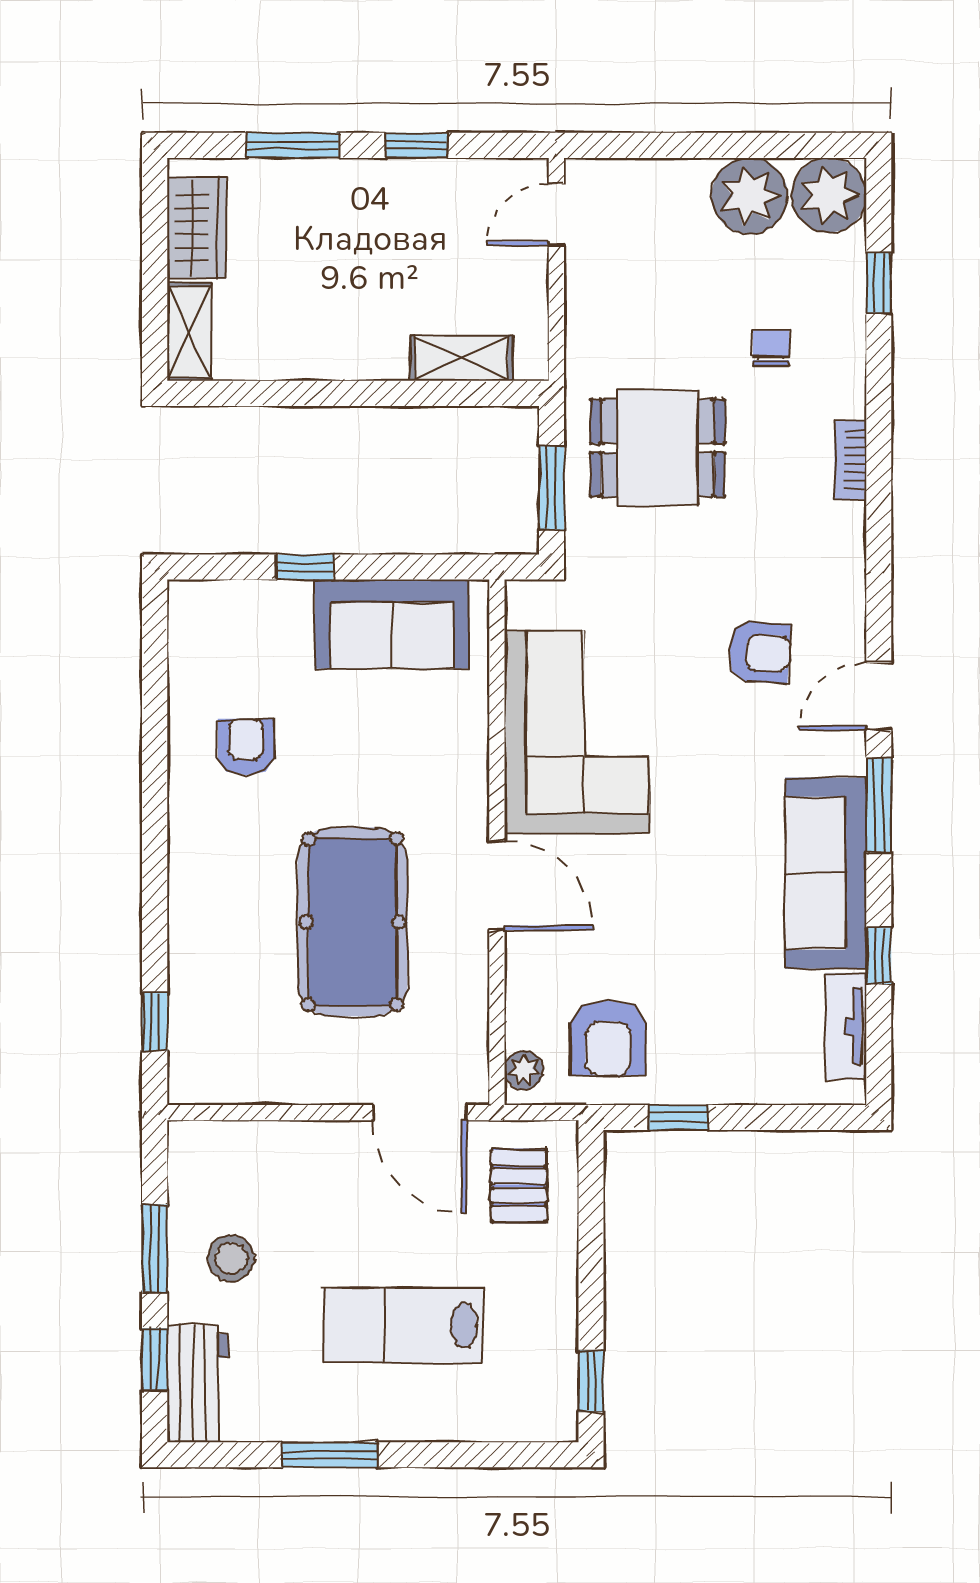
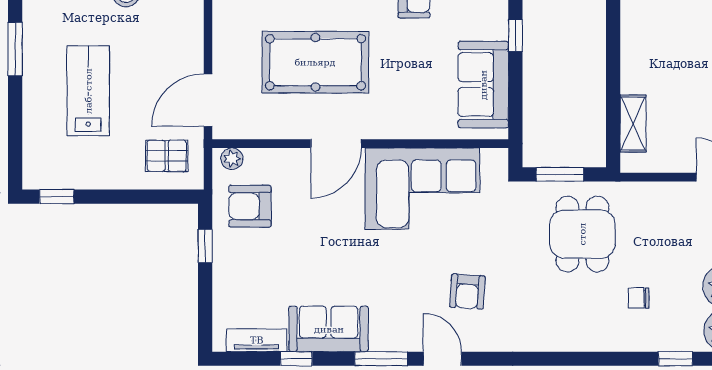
chair: (771, 348) -> (639, 298), turned 180
bookcase: (851, 460) -> (576, 343), removed
sofa: (826, 873) -> (329, 329), width x0.73

